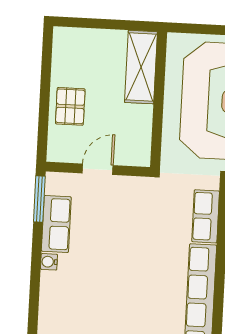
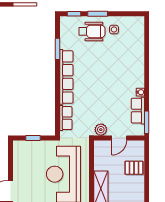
pallet: (70, 106) -> (134, 168), turned 90
plant: (135, 189) -> (101, 130), added

